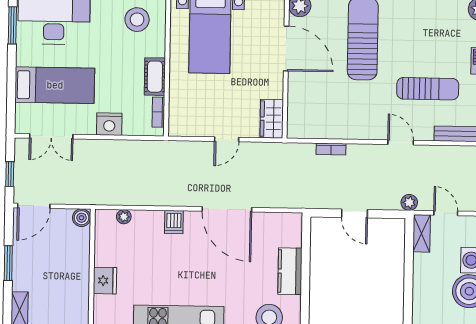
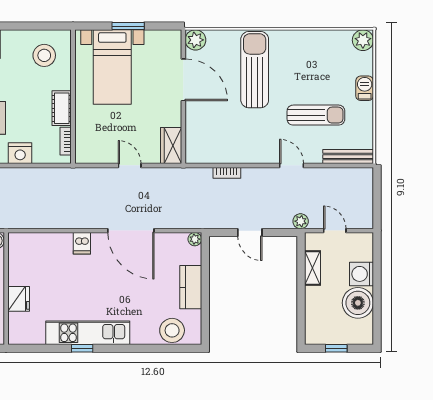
door: (227, 139) -> (130, 165), swing flipped
plant: (124, 217) -> (195, 239), moved
shelving: (422, 233) -> (313, 268), moved

